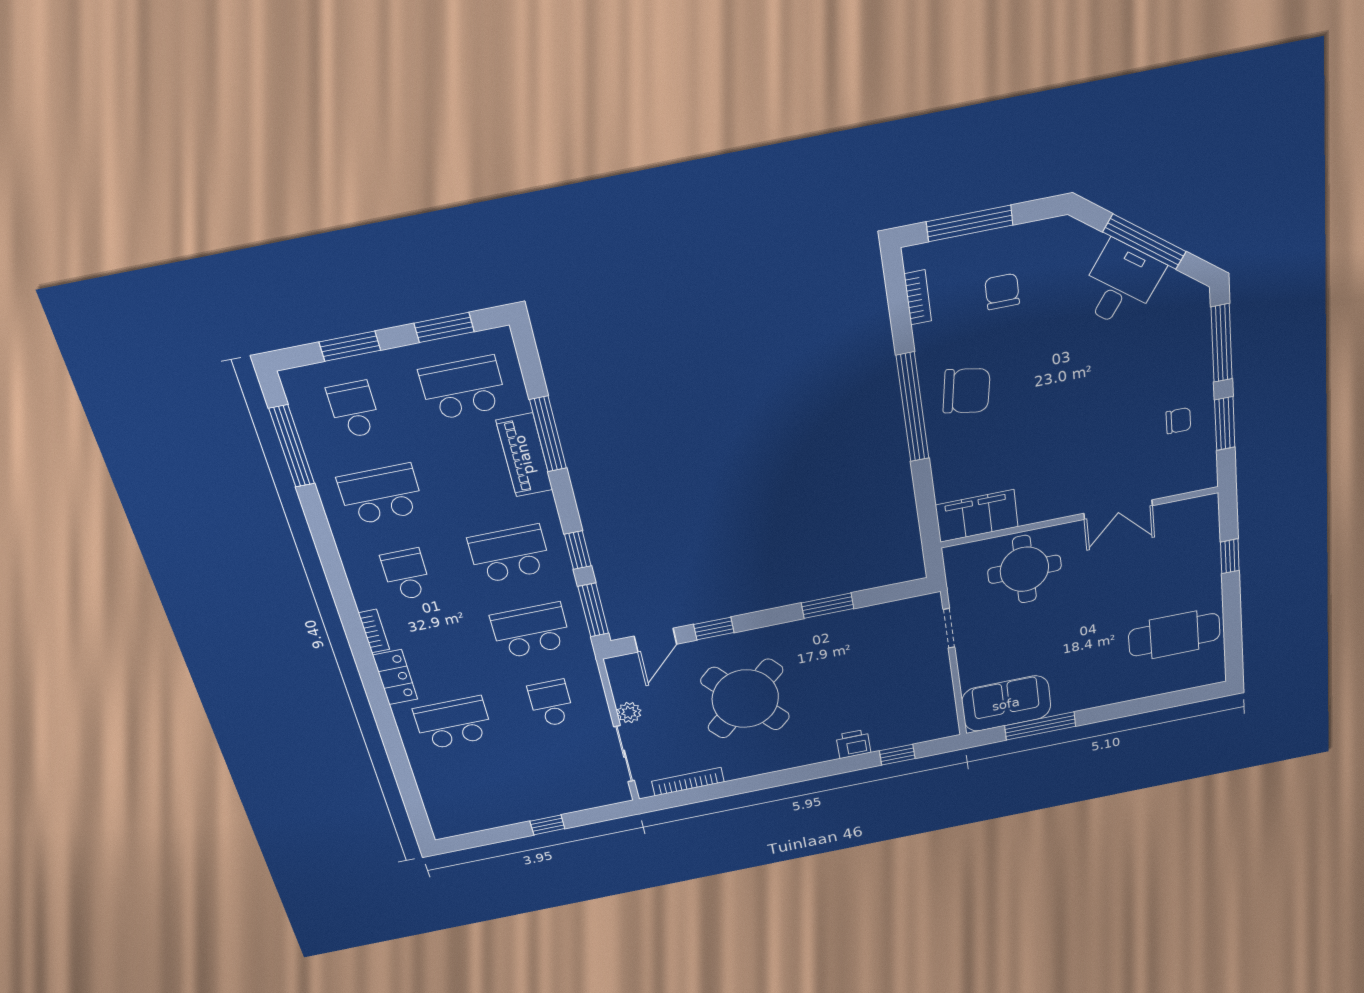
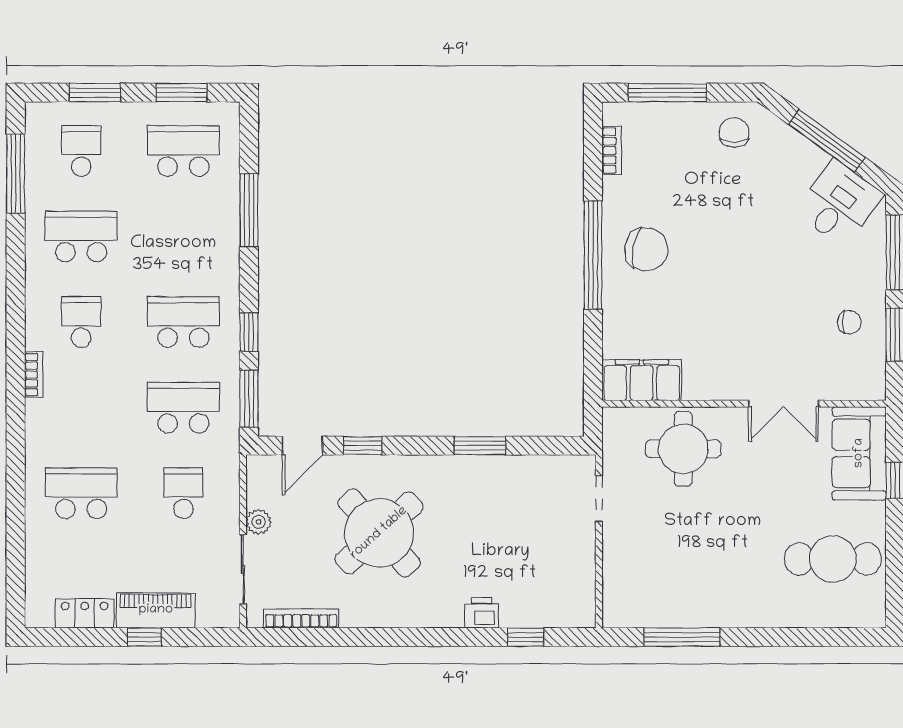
desk: (1120, 284) -> (839, 203), moved
chair: (1002, 291) -> (734, 132), moved
piano: (524, 455) -> (156, 610), moved, turned 90
locker: (395, 677) -> (85, 613), moved, turned -90
sofa: (1006, 704) -> (859, 453), moved, turned -90

